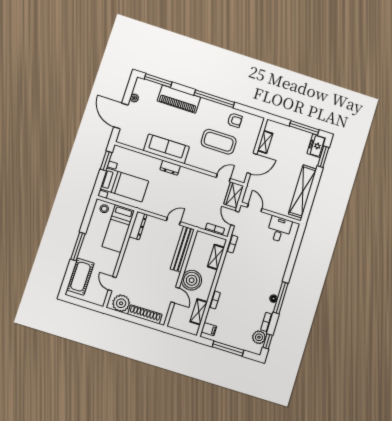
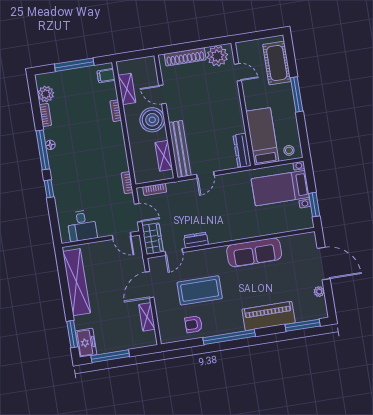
dresser: (170, 168) -> (196, 240), moved
shelving: (216, 257) -> (164, 156), moved
window: (268, 341) -> (49, 189), moved

